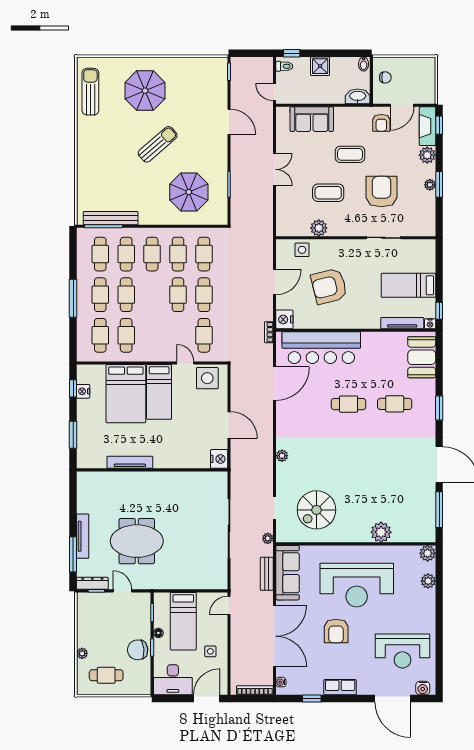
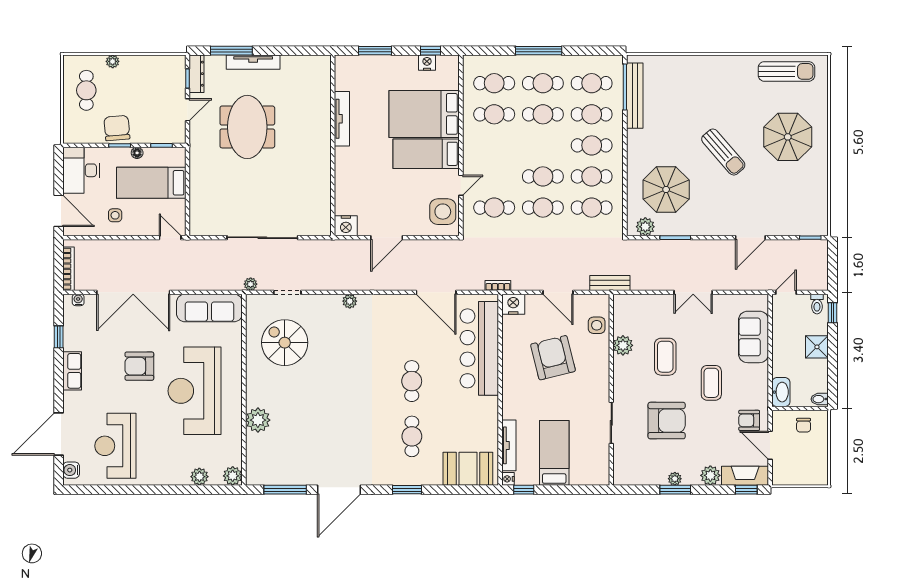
plant: (220, 209) -> (645, 227), added
bench: (267, 574) -> (610, 283), moved

